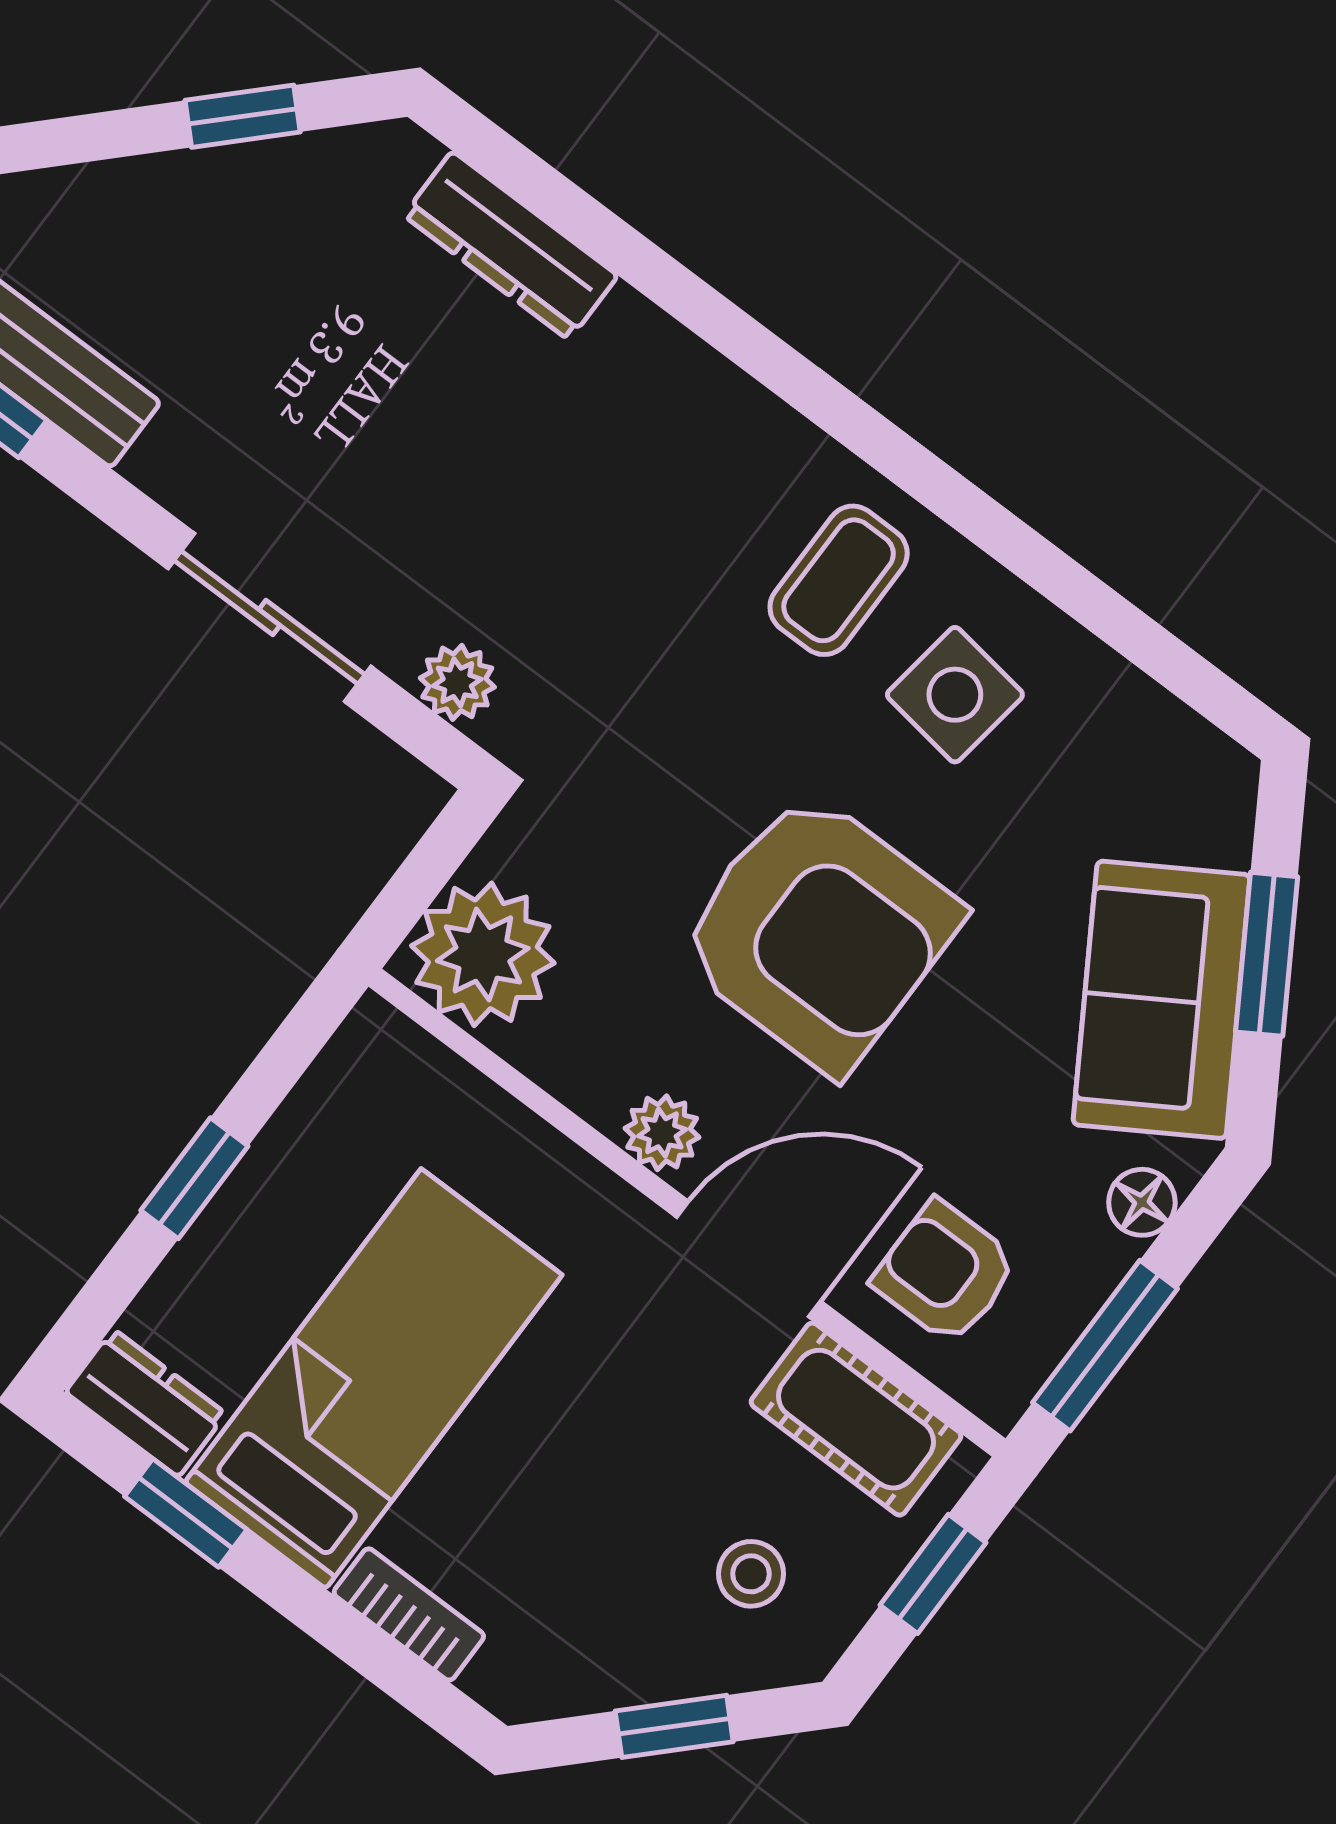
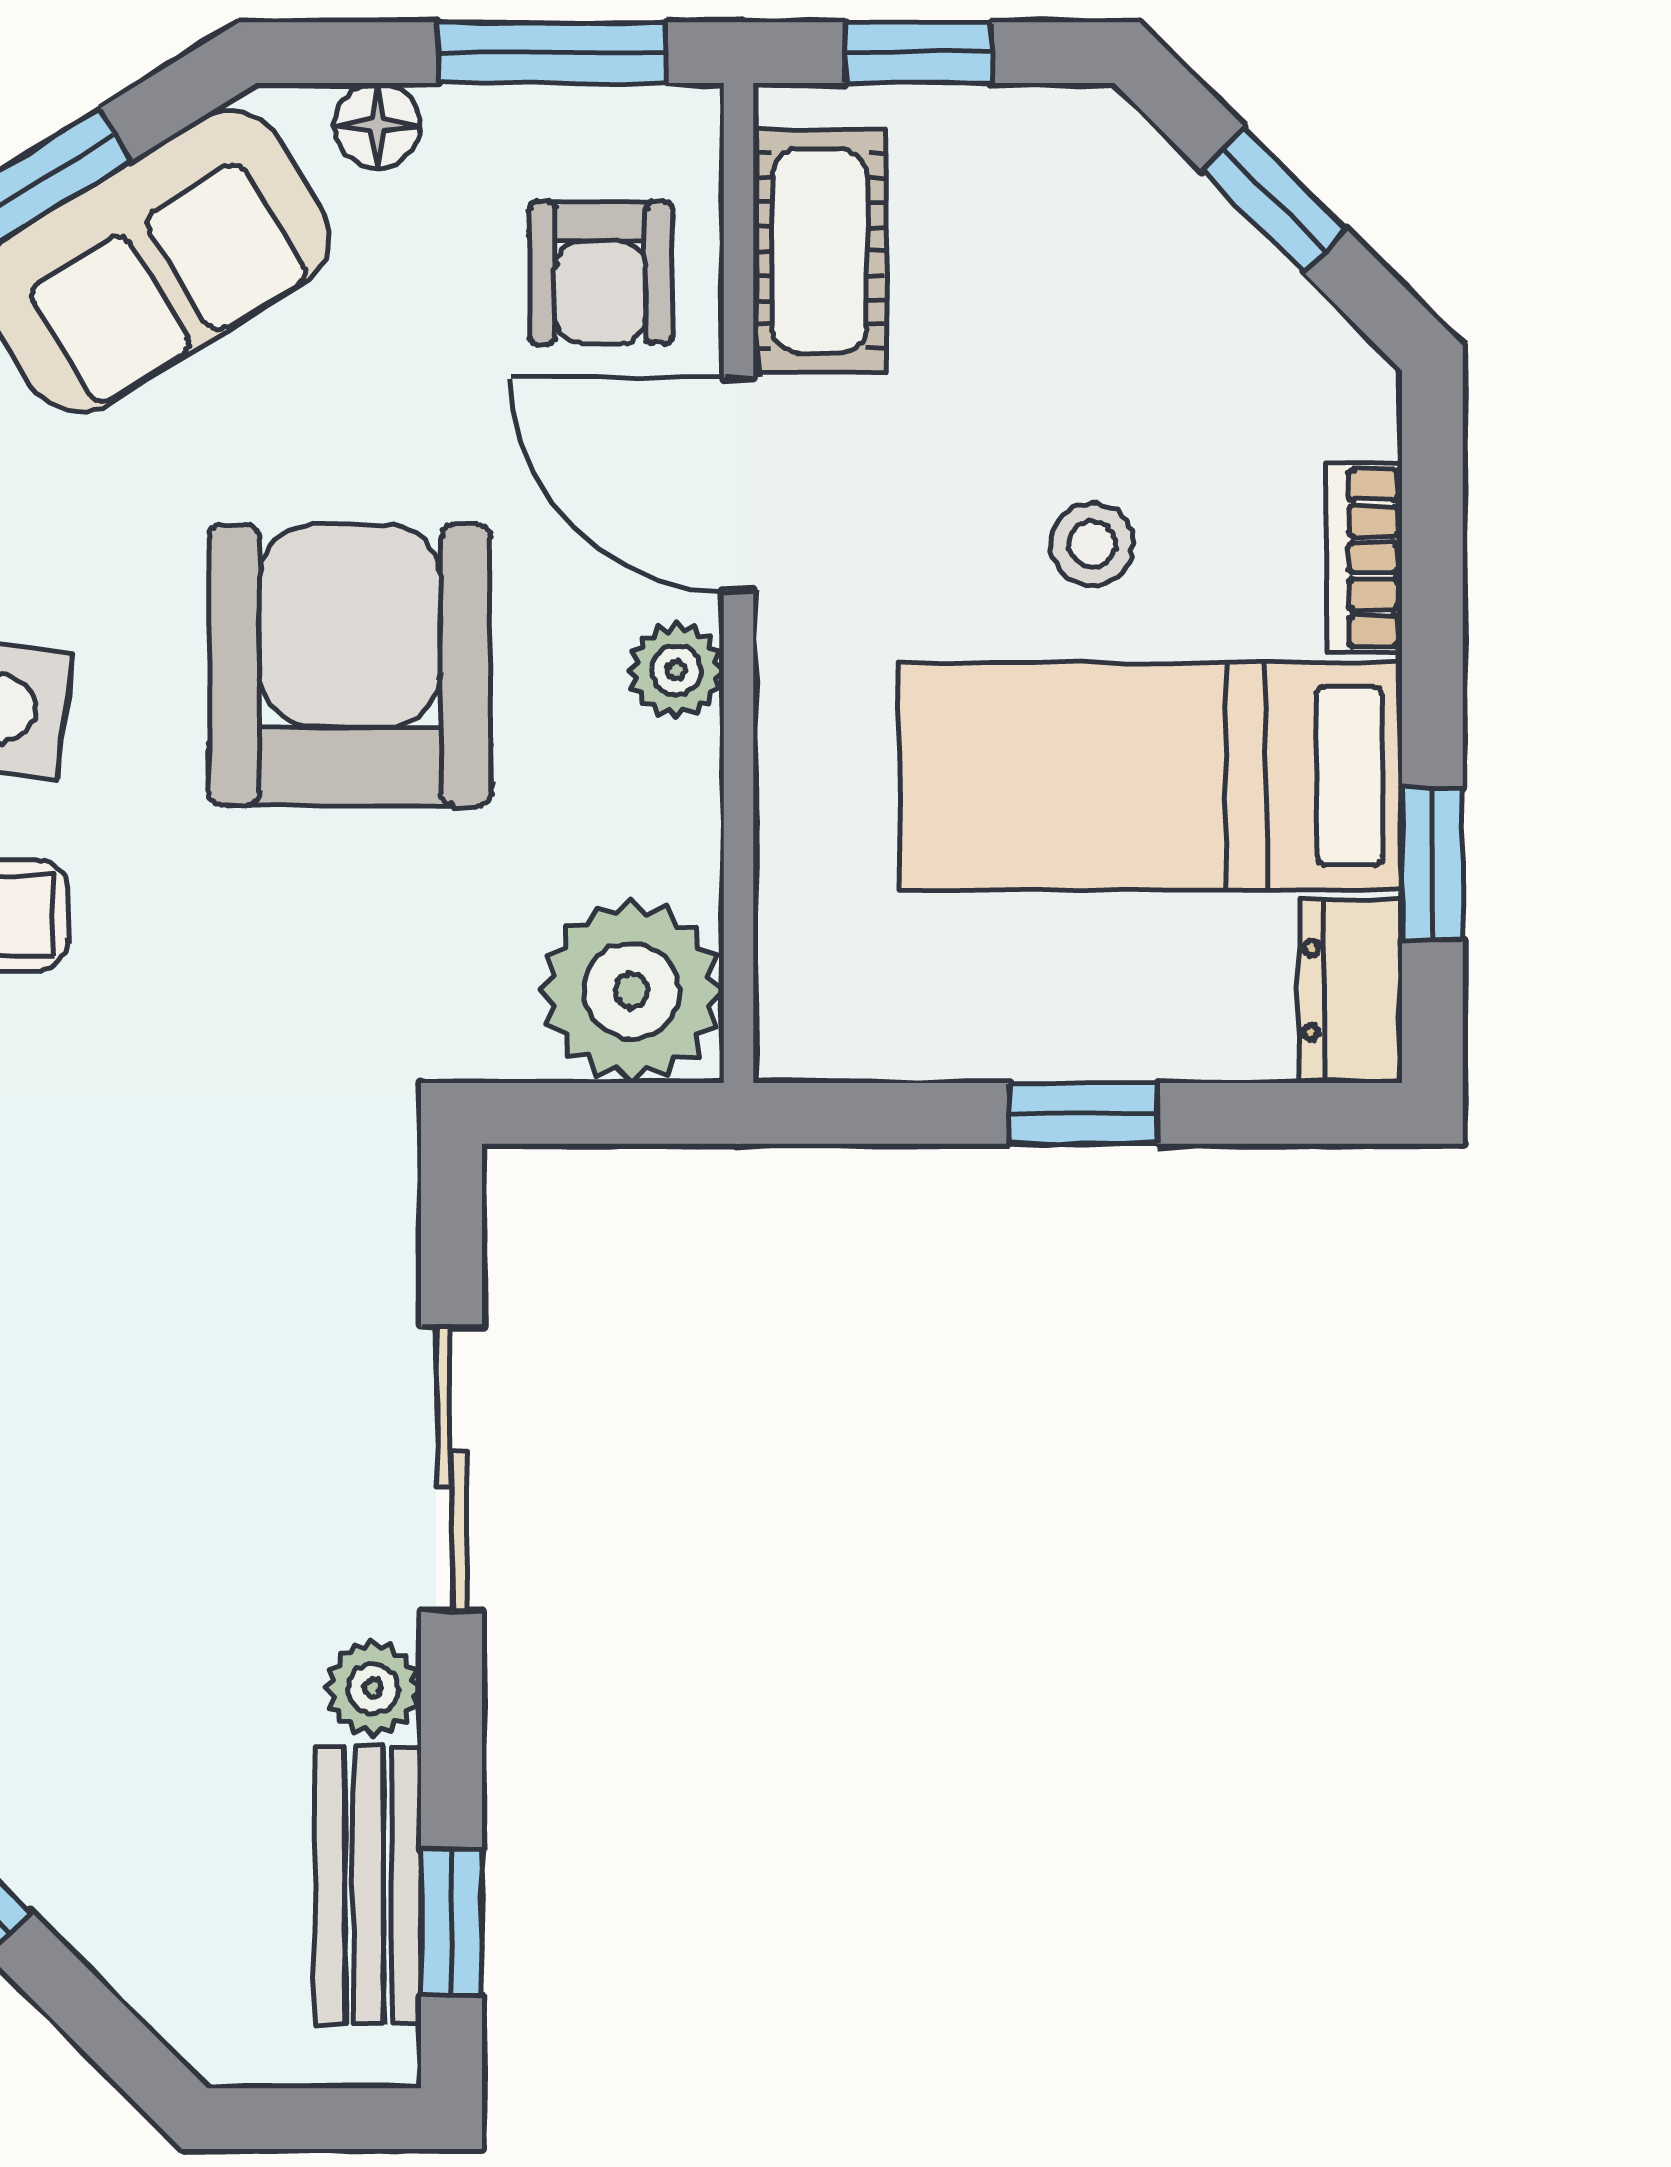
plant: (457, 682) -> (373, 1688), moved
stool: (751, 1574) -> (1092, 544), moved

